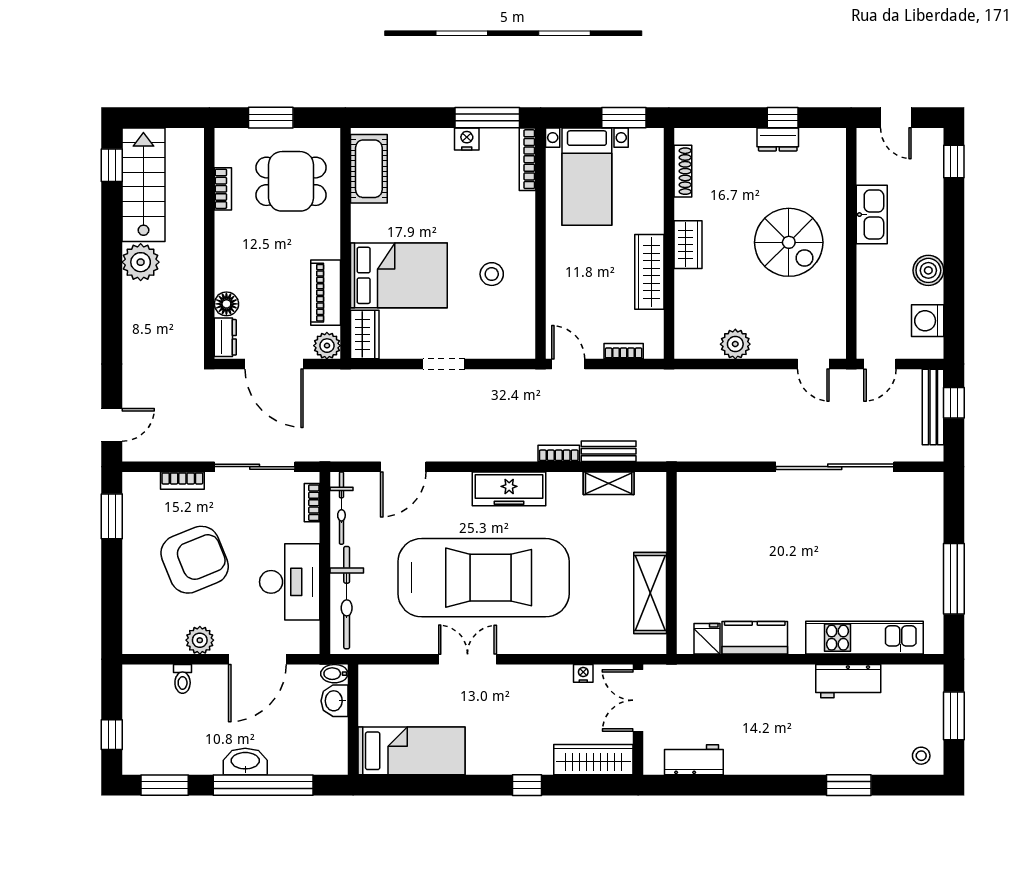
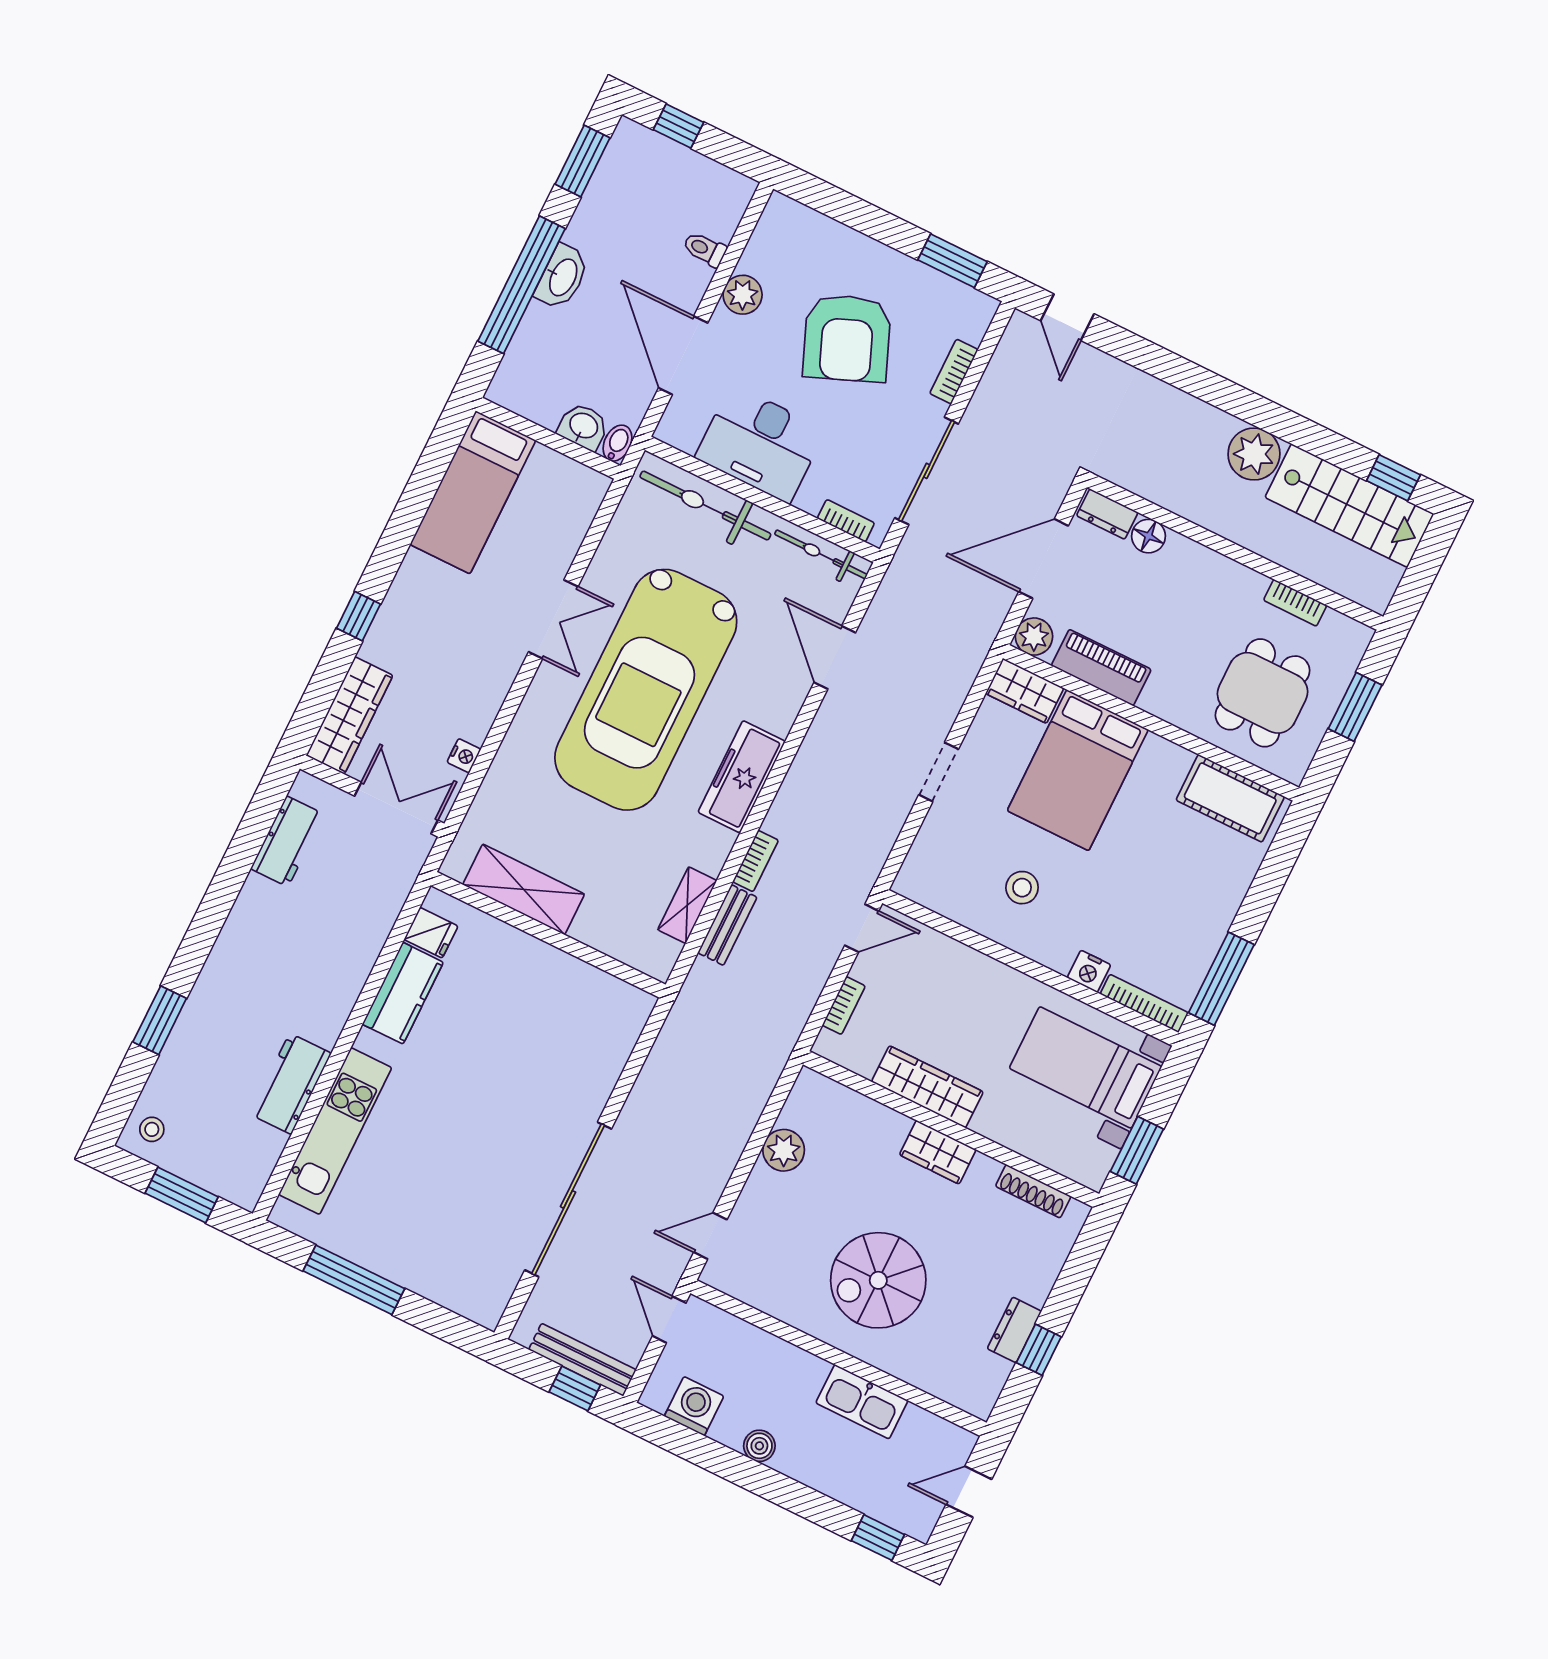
nightstand: (467, 139) -> (1089, 971), moved, turned 90
boiler: (928, 270) -> (759, 1446), width x0.73, depth x0.73

